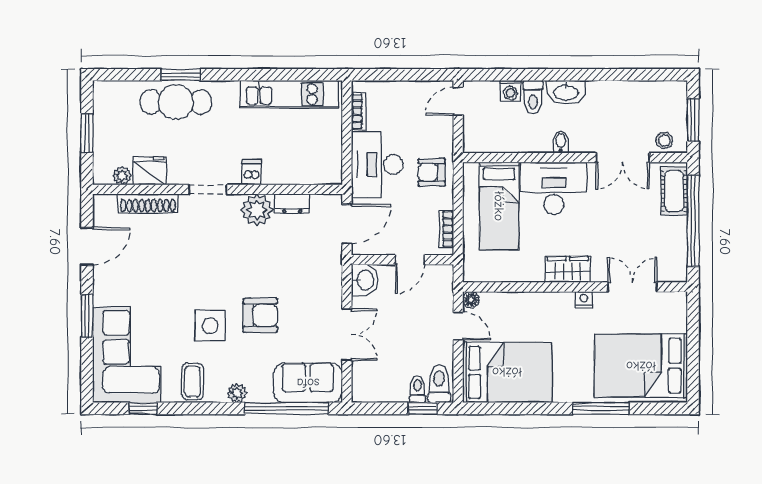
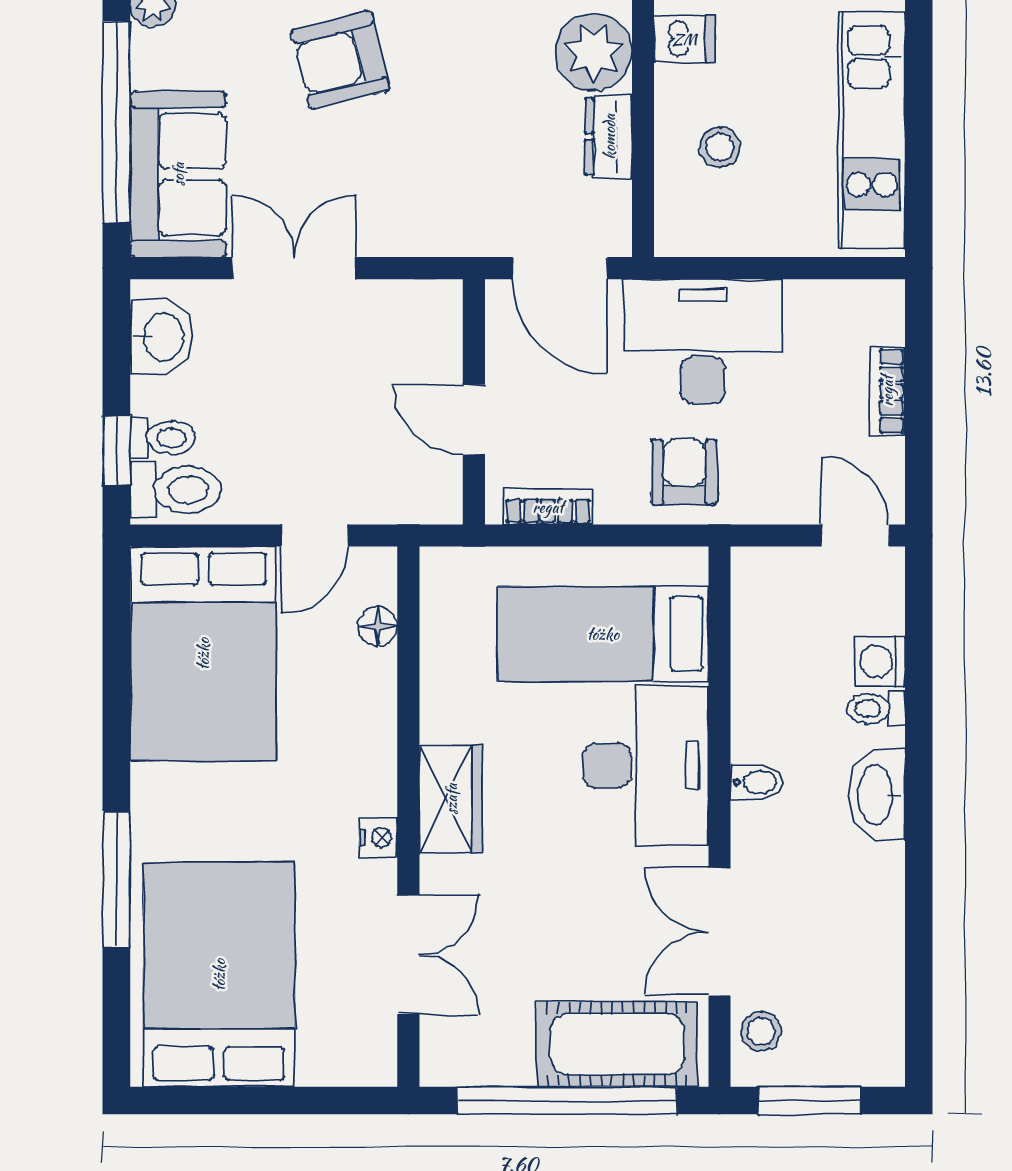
toilet: (533, 97) -> (876, 709), width x0.73, depth x0.72
bookcase: (359, 111) -> (887, 391), moved, turned 90
stool: (297, 157) -> (720, 147), added
cot: (674, 191) -> (617, 1044), width x1.37, depth x1.34
washbasin: (365, 280) -> (162, 337), moved, turned -90
floor lamp: (471, 300) -> (378, 626), moved
armchair: (260, 315) -> (340, 60), turned 76
double door: (347, 335) -> (294, 268), swing flipped

